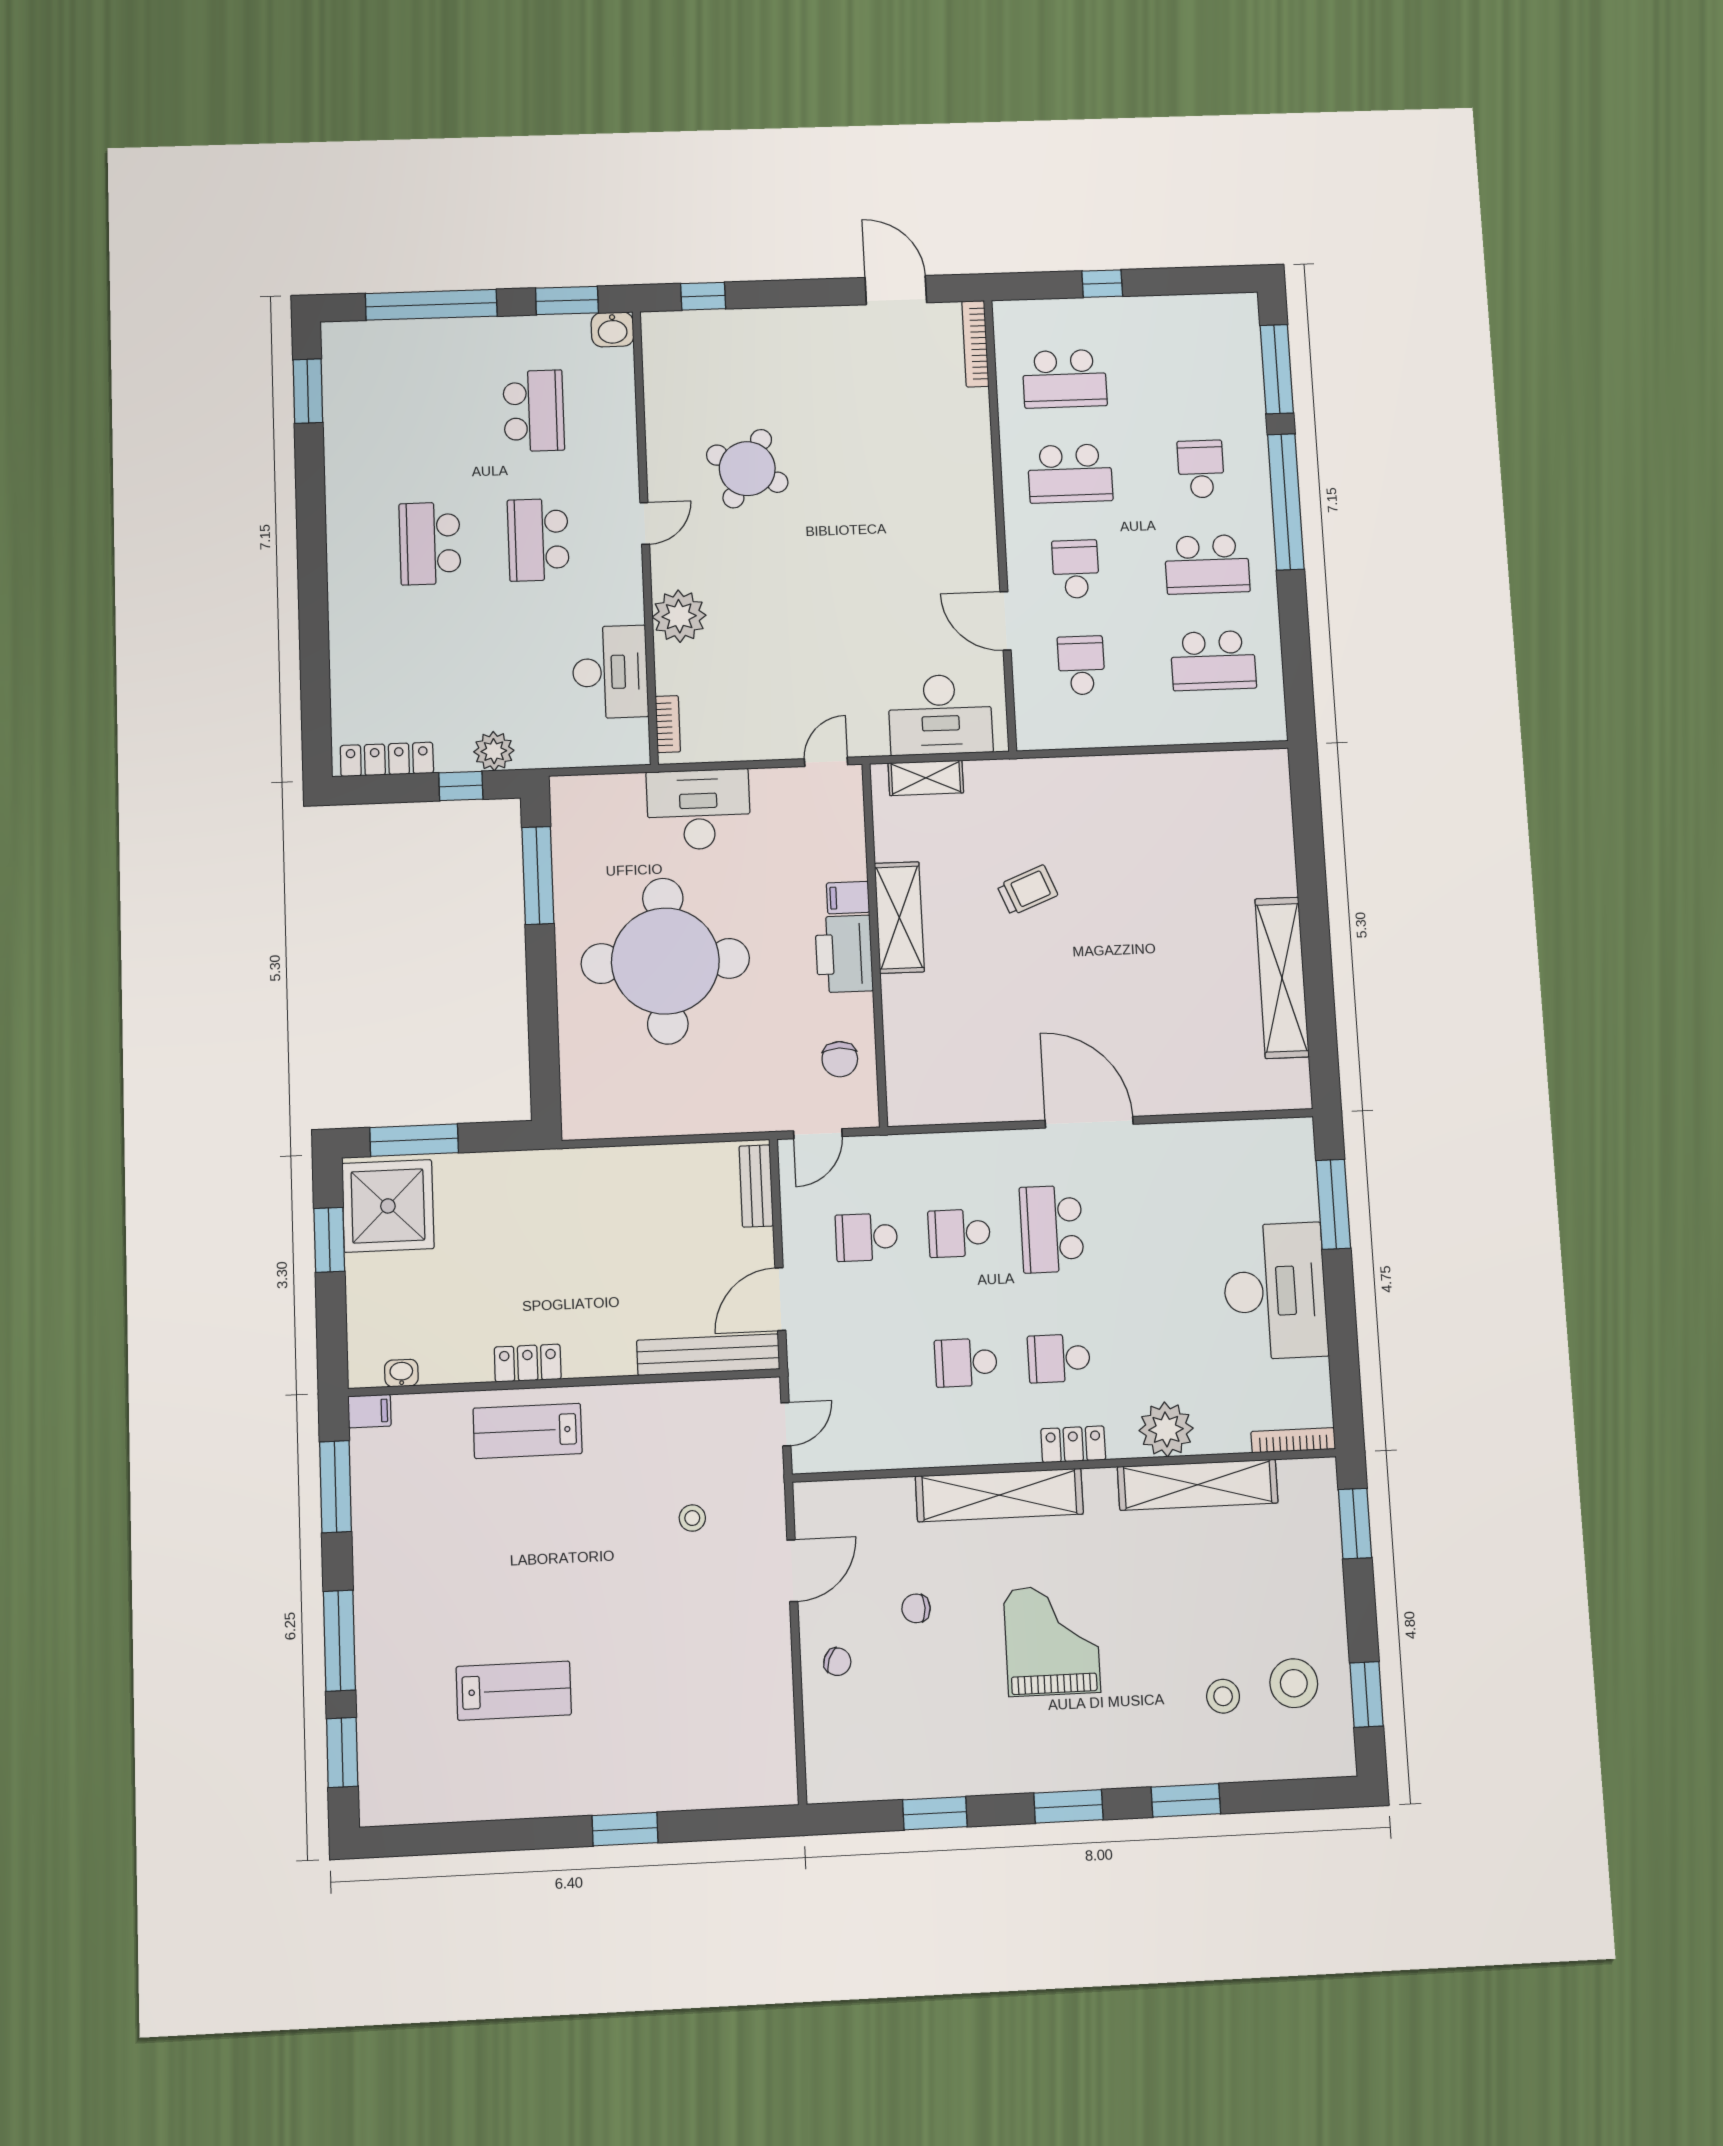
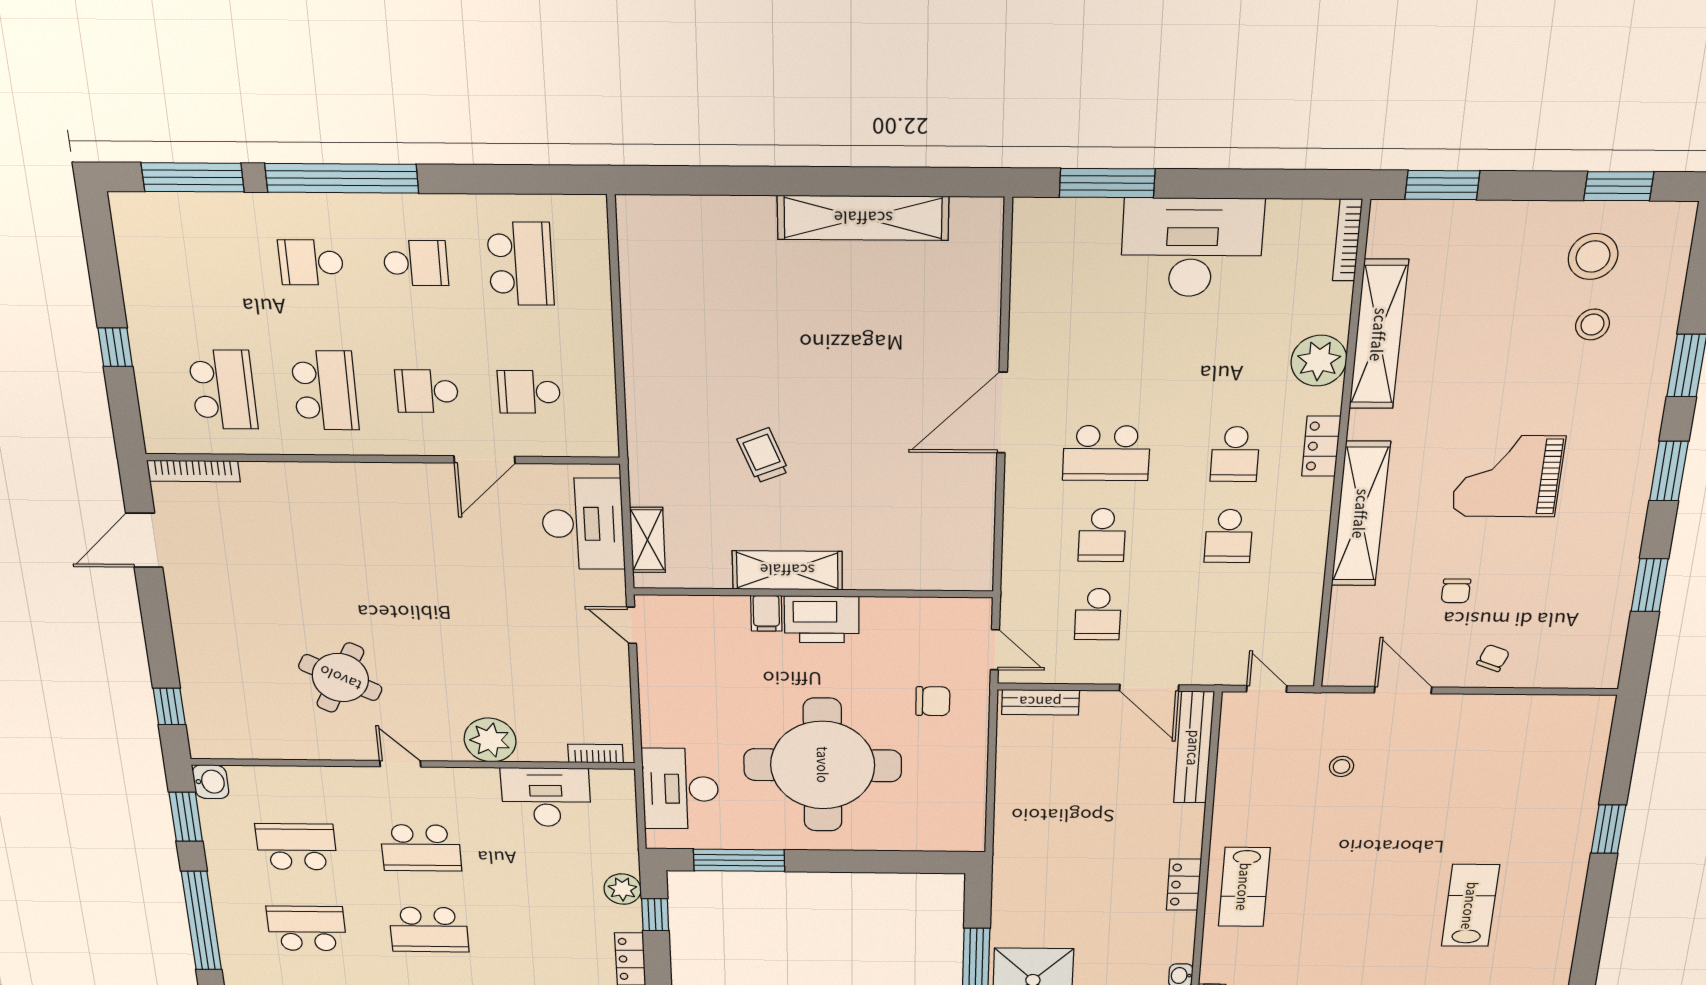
school desk: (426, 414) -> (307, 928), added
school desk: (1207, 564) -> (416, 263), width x0.54
desk: (699, 809) -> (680, 789), moved
chair: (840, 1059) -> (933, 701), moved

